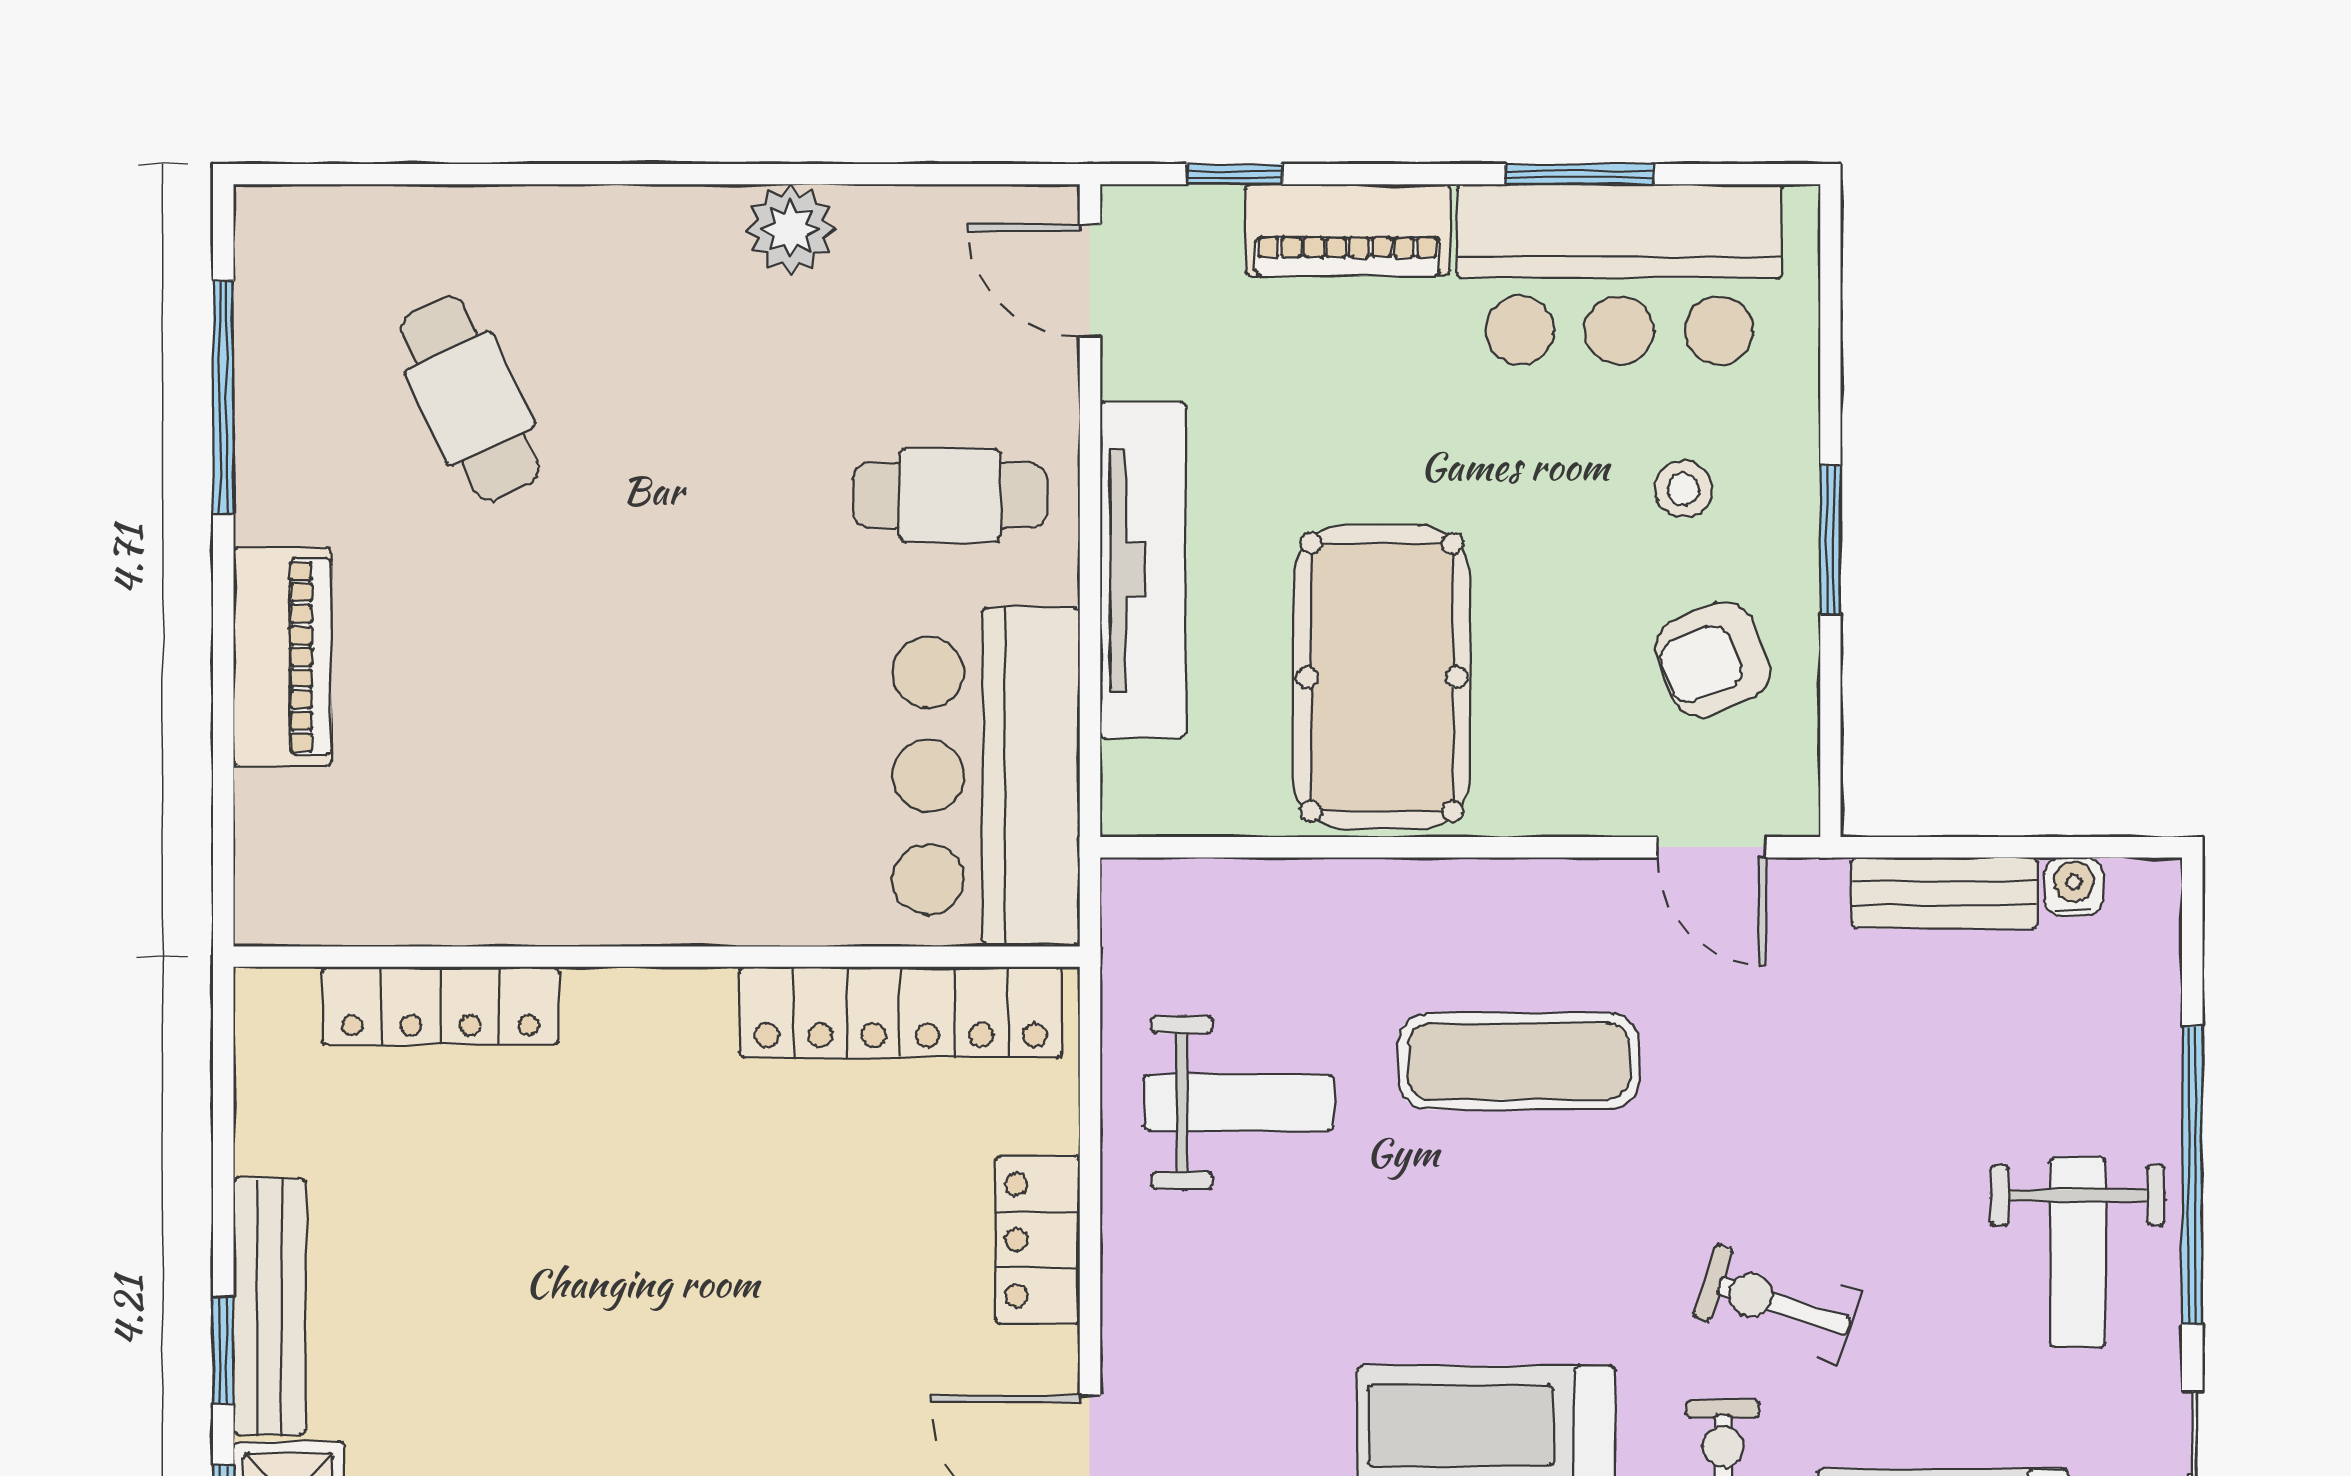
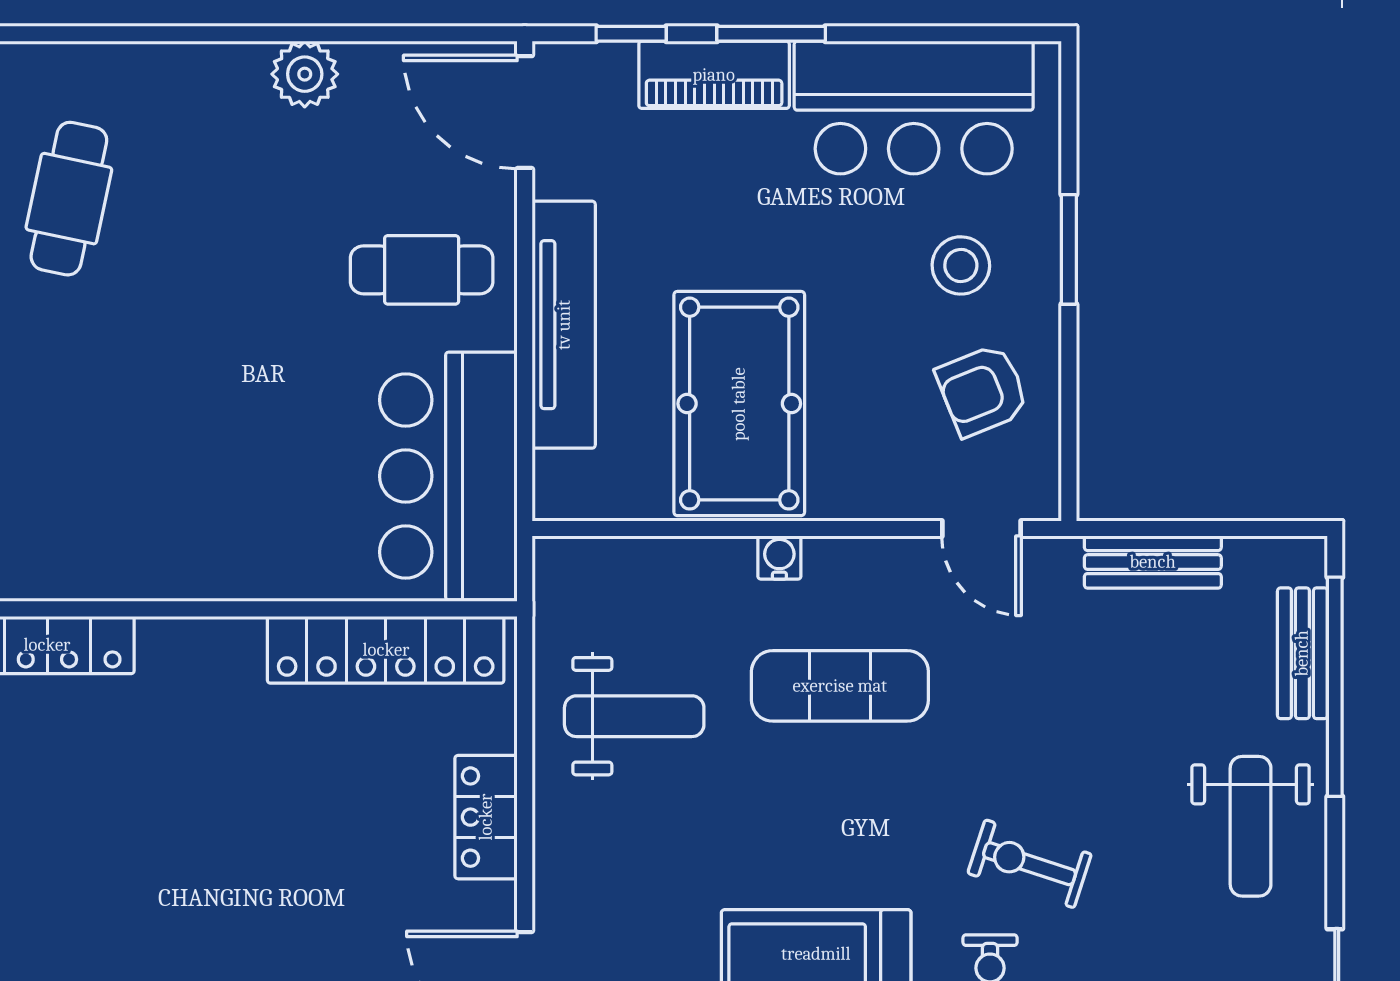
window: (1579, 174) -> (771, 34), moved
door: (1090, 281) -> (525, 112), width x1.38
cafe table: (470, 398) -> (69, 199), turned 37
stool: (1683, 489) -> (961, 265), width x1.37, depth x1.37
window: (1830, 540) -> (1069, 249), moved
water cooler: (2074, 887) -> (779, 558), moved
bench: (2148, 1017) -> (1302, 653), added
window: (2192, 1175) -> (1335, 687), moved

